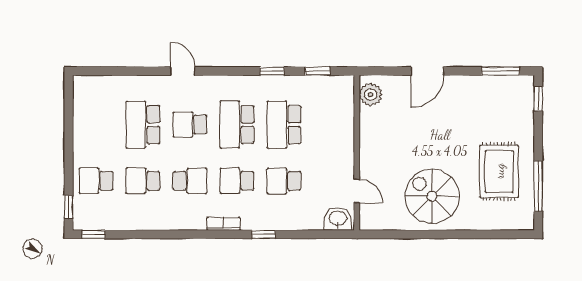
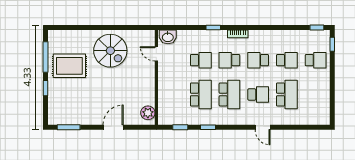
window: (538, 99) -> (46, 88), moved
rug: (499, 171) -> (69, 66), turned 90
school desk: (237, 181) -> (229, 60), turned 180

